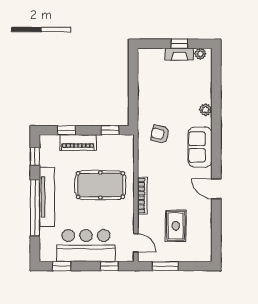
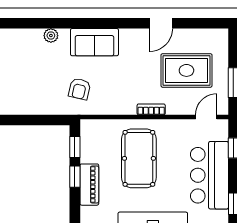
window: (66, 130) -> (75, 177), moved
door: (216, 189) -> (161, 23), moved
bookcase: (142, 196) -> (151, 109), width x0.64
rug: (176, 226) -> (186, 70), width x1.36, depth x1.43

